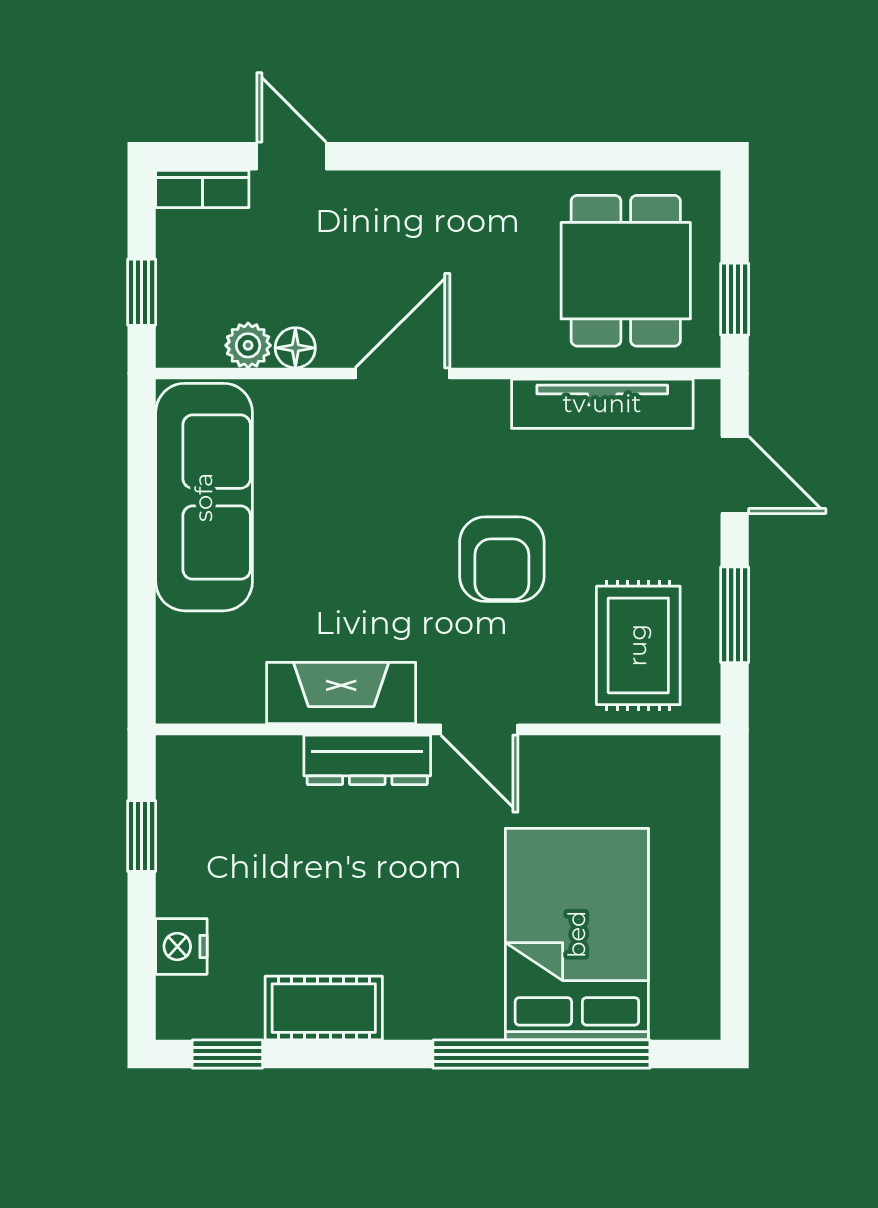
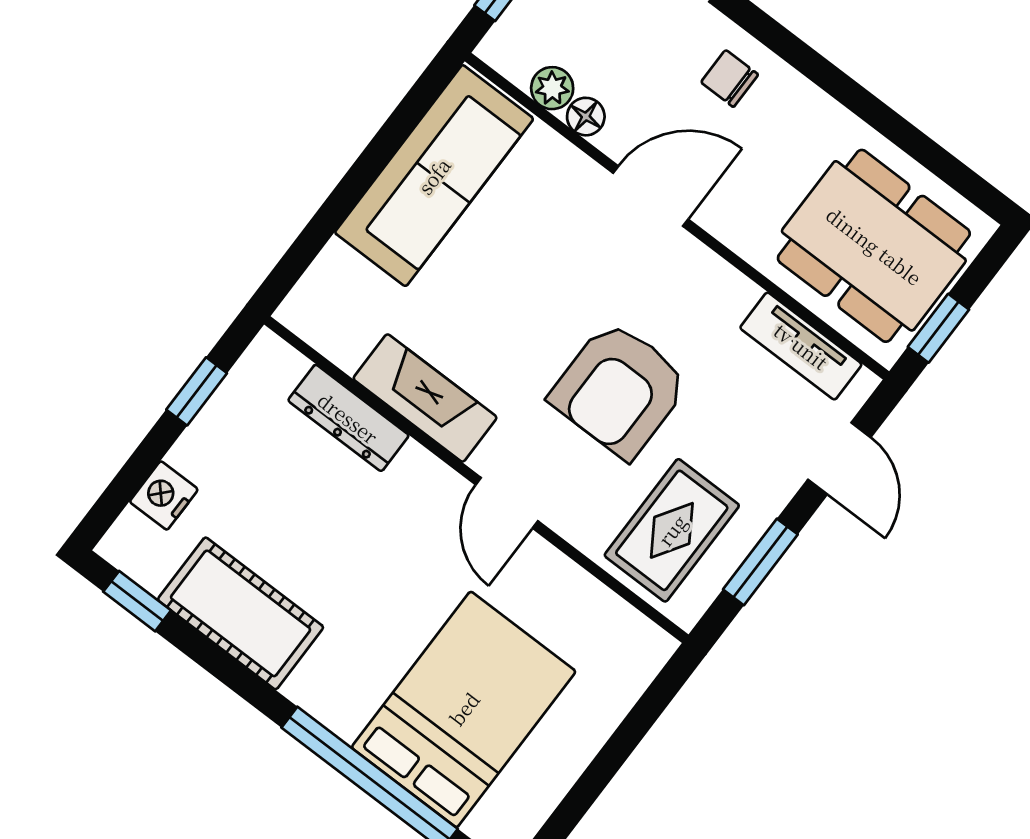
chair: (393, 222) -> (730, 78), added
dining table: (626, 271) -> (874, 246), width x1.38
tv unit: (602, 404) -> (801, 346), width x0.71
armchair: (502, 559) -> (620, 389), width x1.36, depth x1.36
dresser: (367, 760) -> (348, 418), moved
cot: (324, 1008) -> (241, 613), width x1.37, depth x1.34

